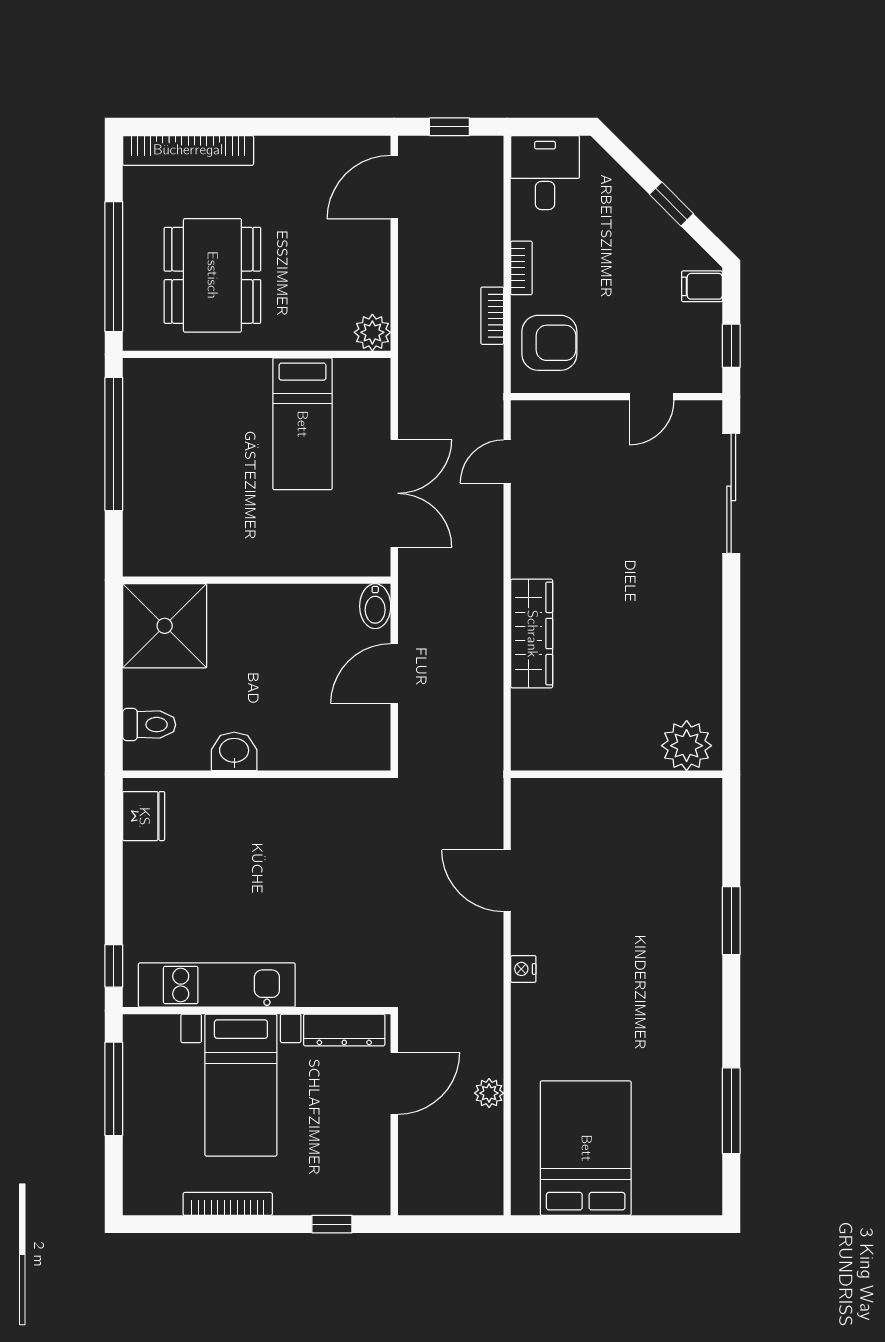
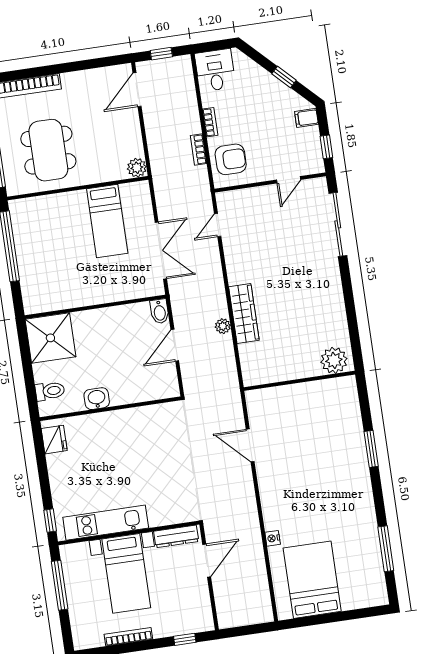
nightstand: (523, 969) -> (273, 538), moved
plant: (489, 1093) -> (223, 326), moved

